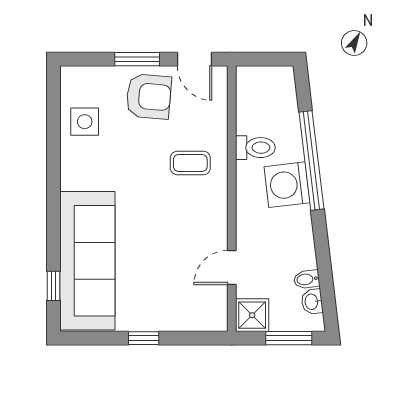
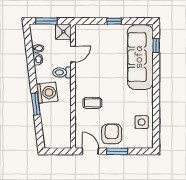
armchair: (149, 96) -> (112, 134), turned 85
toilet: (255, 148) -> (62, 72), moved
window: (311, 160) -> (36, 104), width x0.47
washbasin: (312, 302) -> (38, 59), moved

